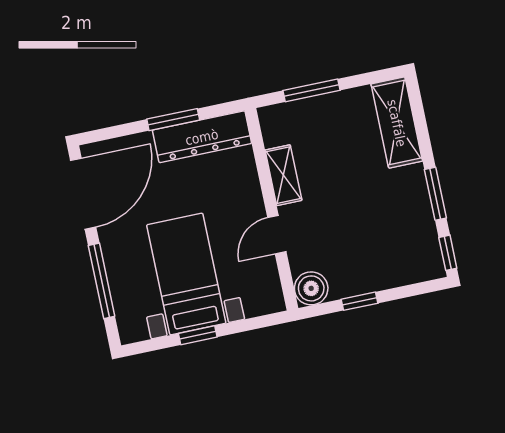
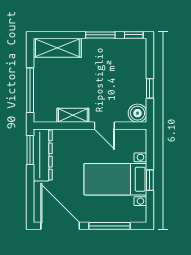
window: (312, 90) -> (30, 90), width x1.44
window: (173, 120) -> (30, 150), moved

